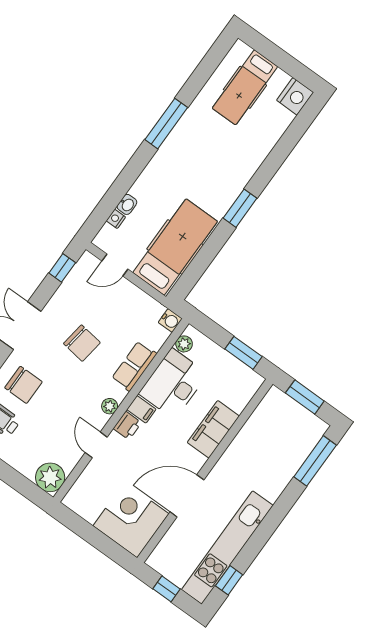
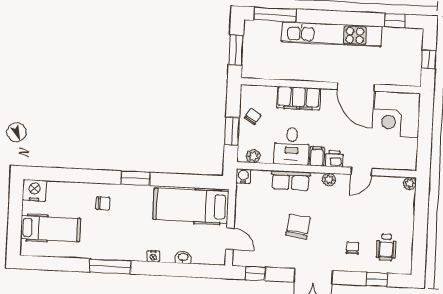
chair: (236, 158) -> (103, 203), added
nightstand: (116, 219) -> (153, 256), moved
window: (244, 353) -> (232, 131), moved
chair: (225, 370) -> (253, 116), added
desk: (173, 384) -> (292, 146), width x0.73
chair: (23, 385) -> (353, 248), width x0.54, depth x0.54
plant: (50, 477) -> (410, 183), width x0.53, depth x0.53
kitchen unit: (227, 548) -> (332, 34), moved

